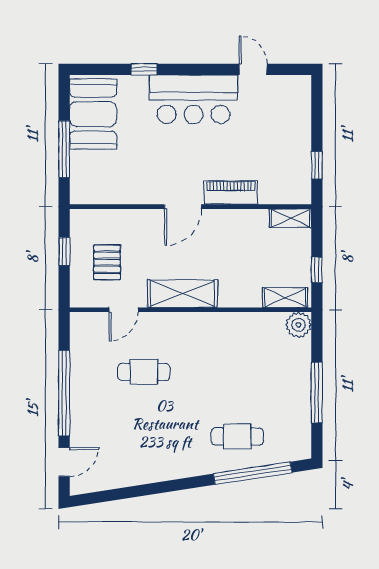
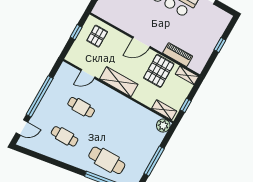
window: (317, 165) -> (220, 45), moved
piano: (231, 192) -> (178, 55), moved
pallet: (239, 238) -> (159, 71), added
pallet: (107, 262) -> (97, 36), moved
cafe table: (144, 436) -> (65, 136), added
cafe table: (237, 436) -> (107, 160), width x1.37, depth x1.35

